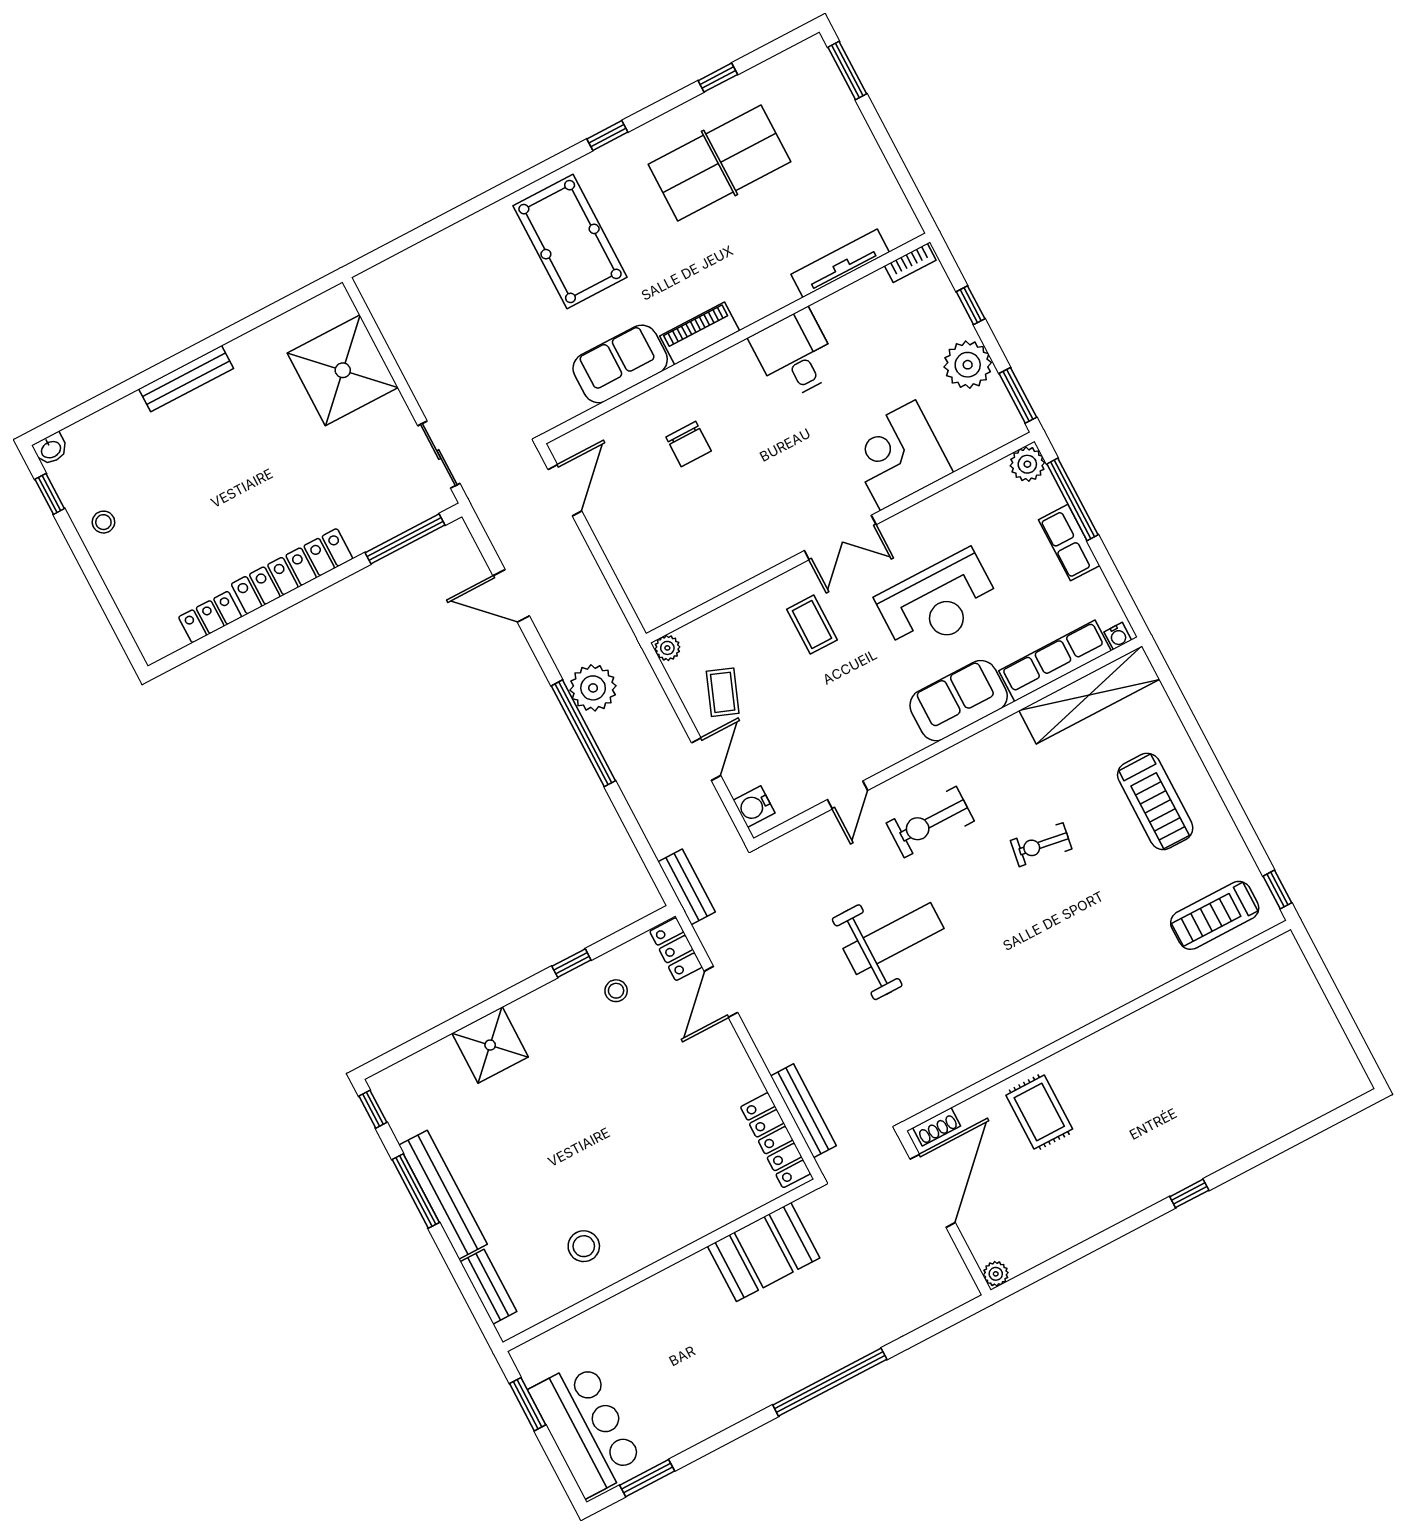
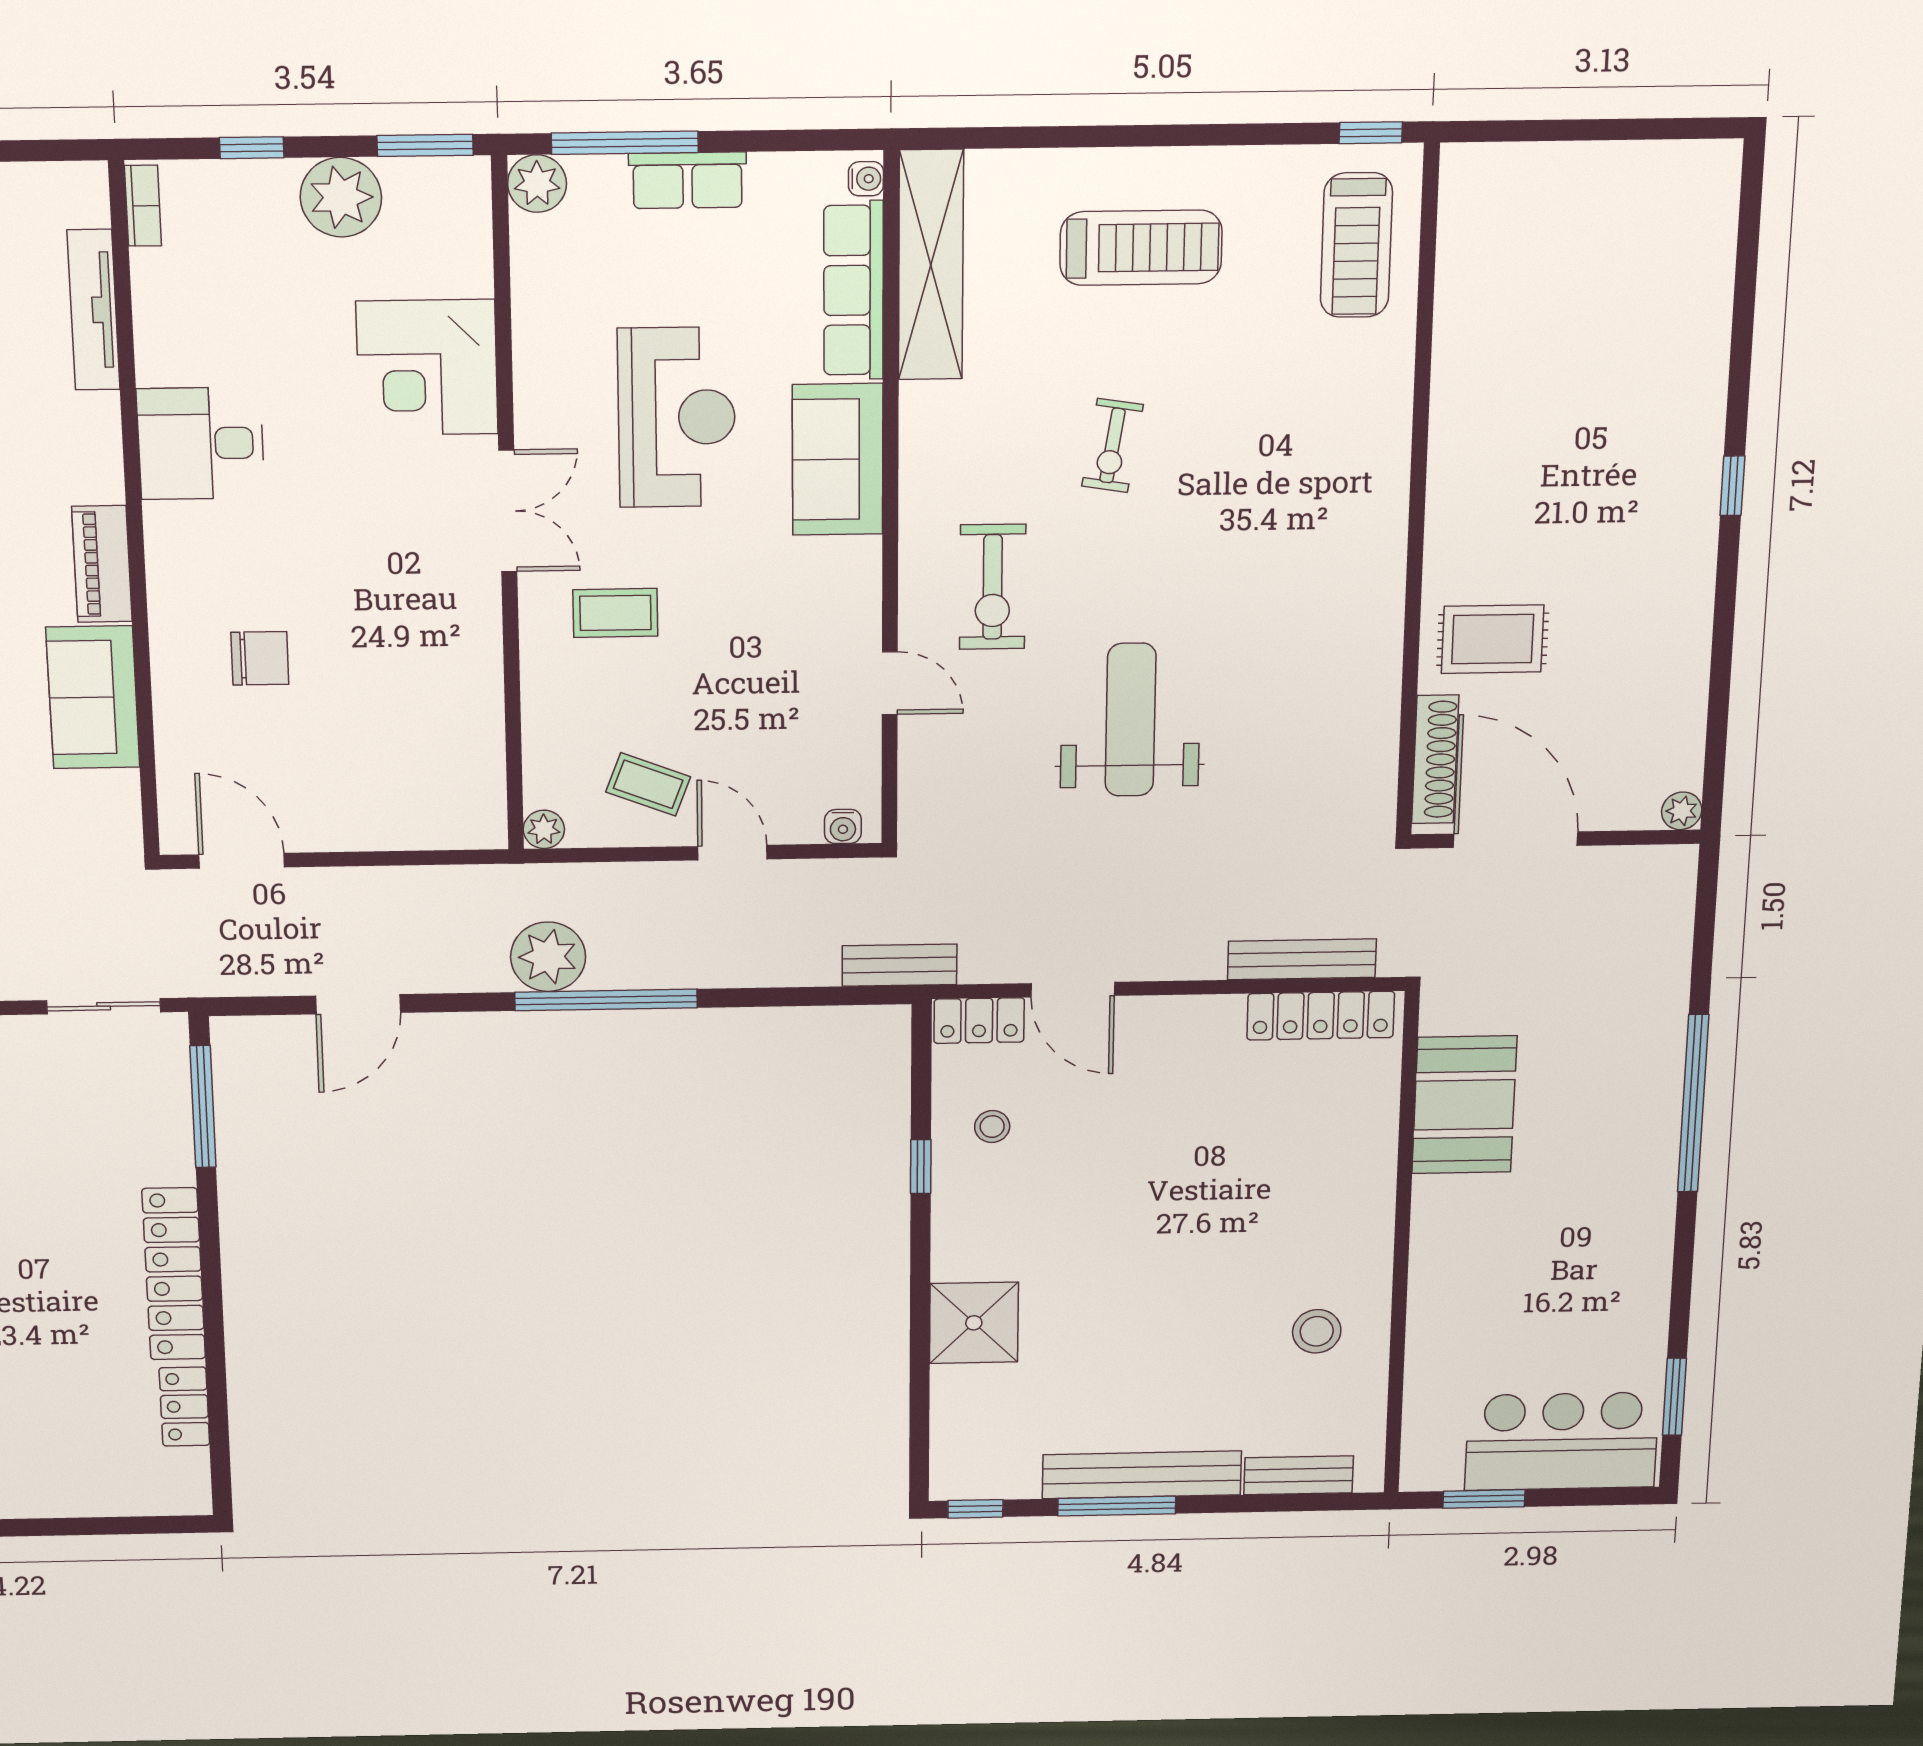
water cooler: (754, 807) -> (843, 826), width x0.72, depth x0.72
shoe rack: (937, 1127) -> (1435, 759), width x1.94, depth x1.24

